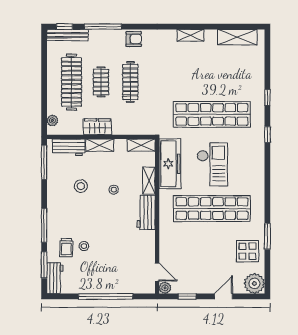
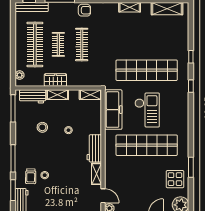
shelving: (149, 181) -> (97, 174), moved

